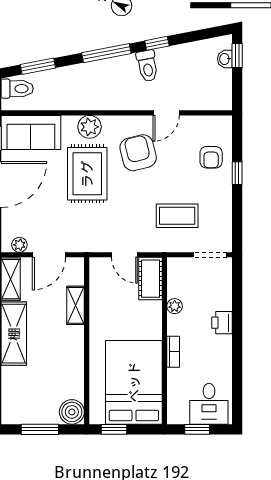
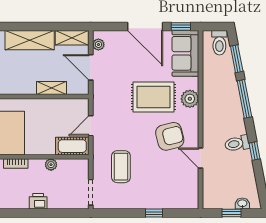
window: (106, 53) -> (244, 99), moved
window: (237, 55) -> (232, 213), moved
armchair: (211, 157) -> (166, 193), removed

